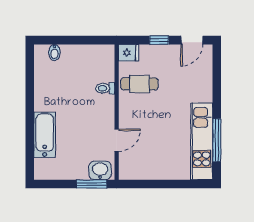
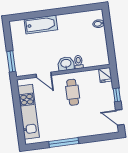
cafe table: (139, 84) -> (73, 92), moved
window: (217, 140) -> (64, 142), moved
kitchen unit: (202, 141) -> (28, 112), moved, turned 90
washbasin: (100, 170) -> (66, 64), moved, turned -90

